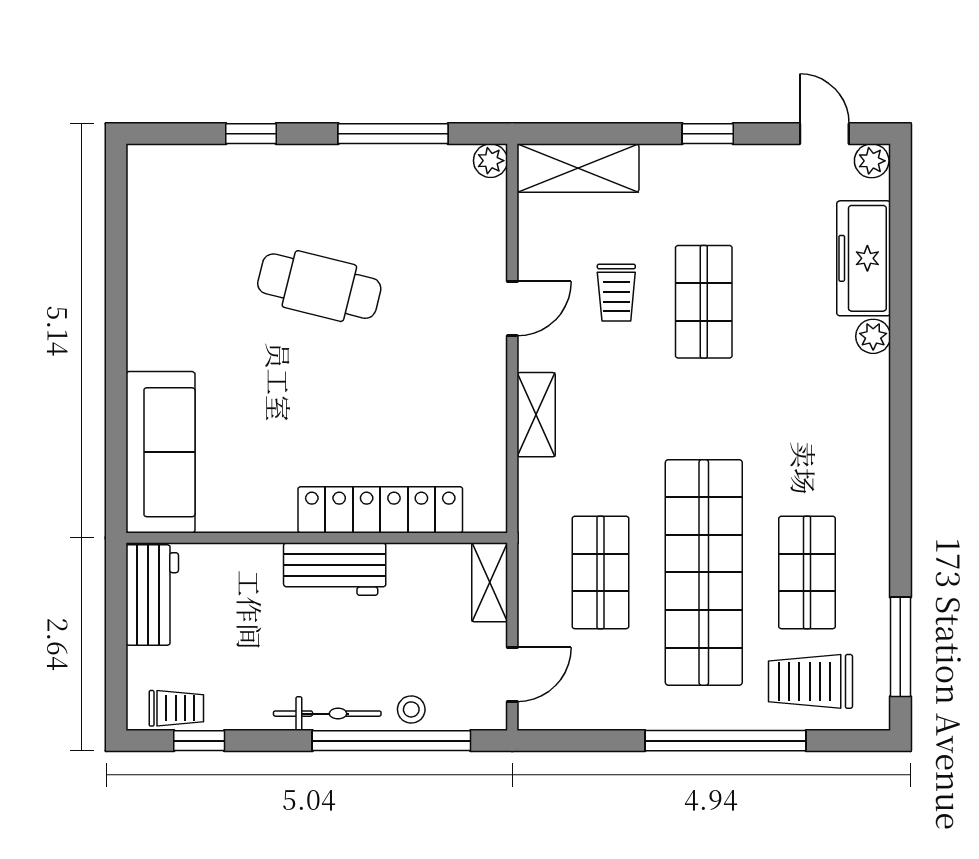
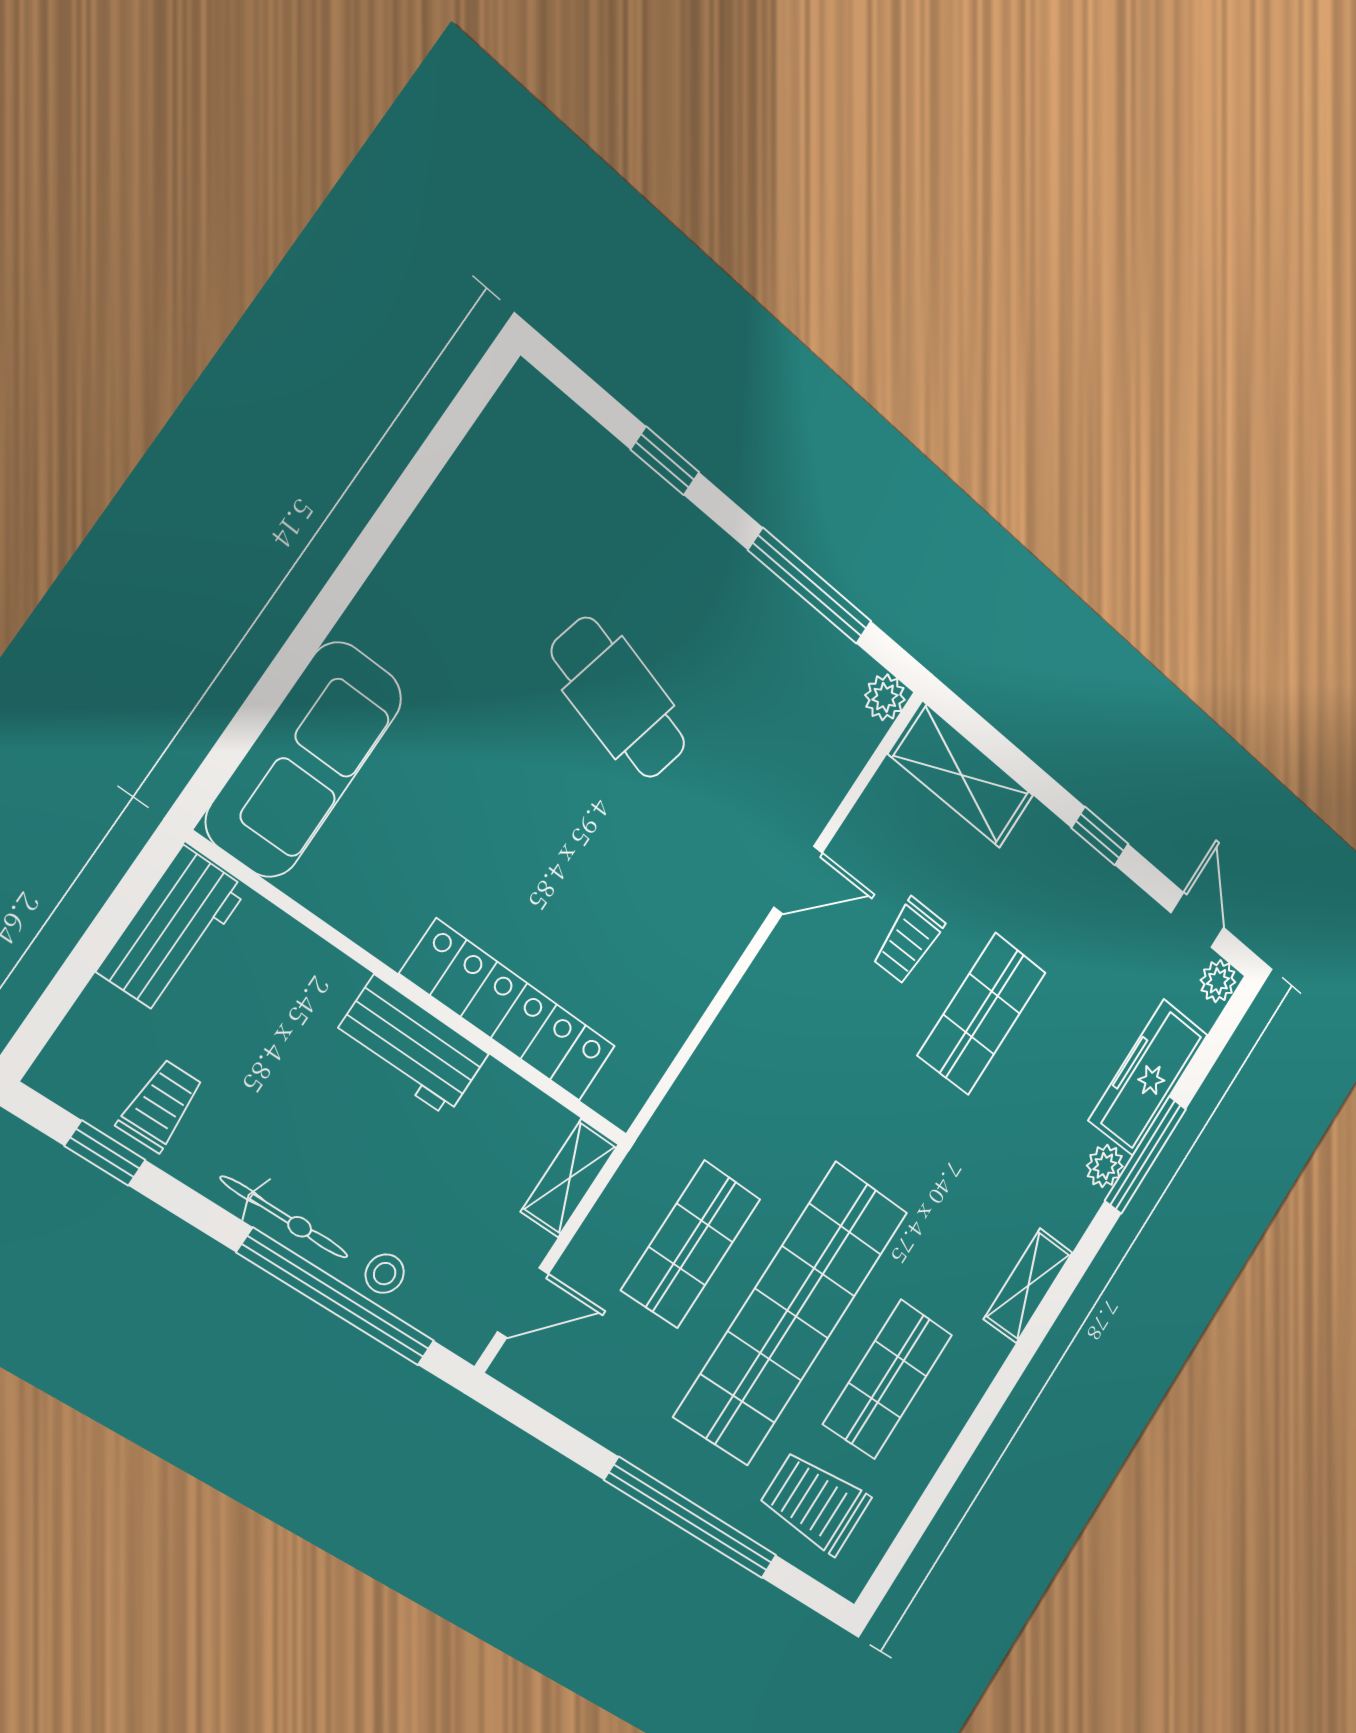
shelving: (536, 415) -> (1028, 1286), moved
window: (900, 647) -> (1145, 1155), moved
trolley: (176, 708) -> (160, 1106), moved, turned -90

